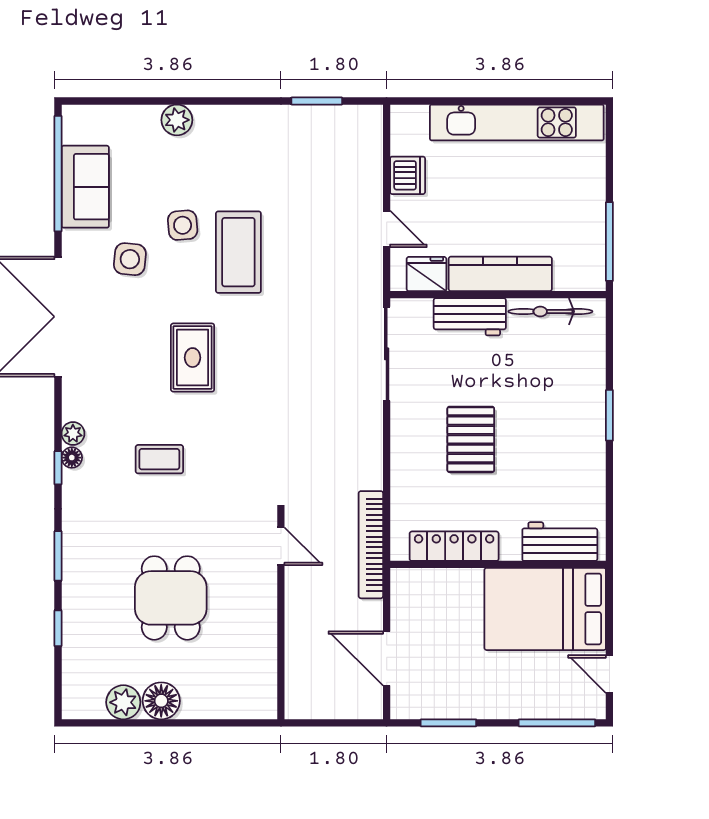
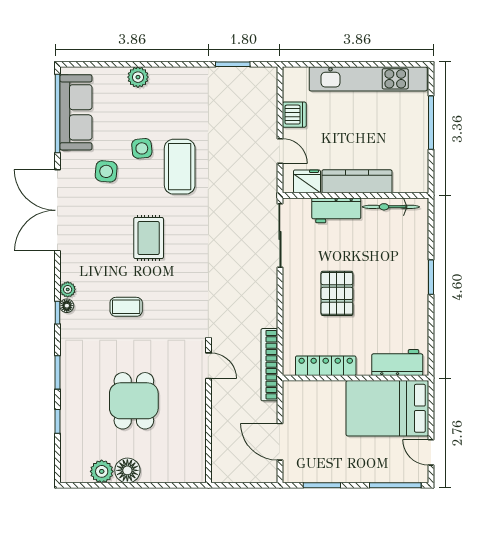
sofa: (85, 187) -> (76, 112), width x1.36
window: (609, 242) -> (431, 123), moved

